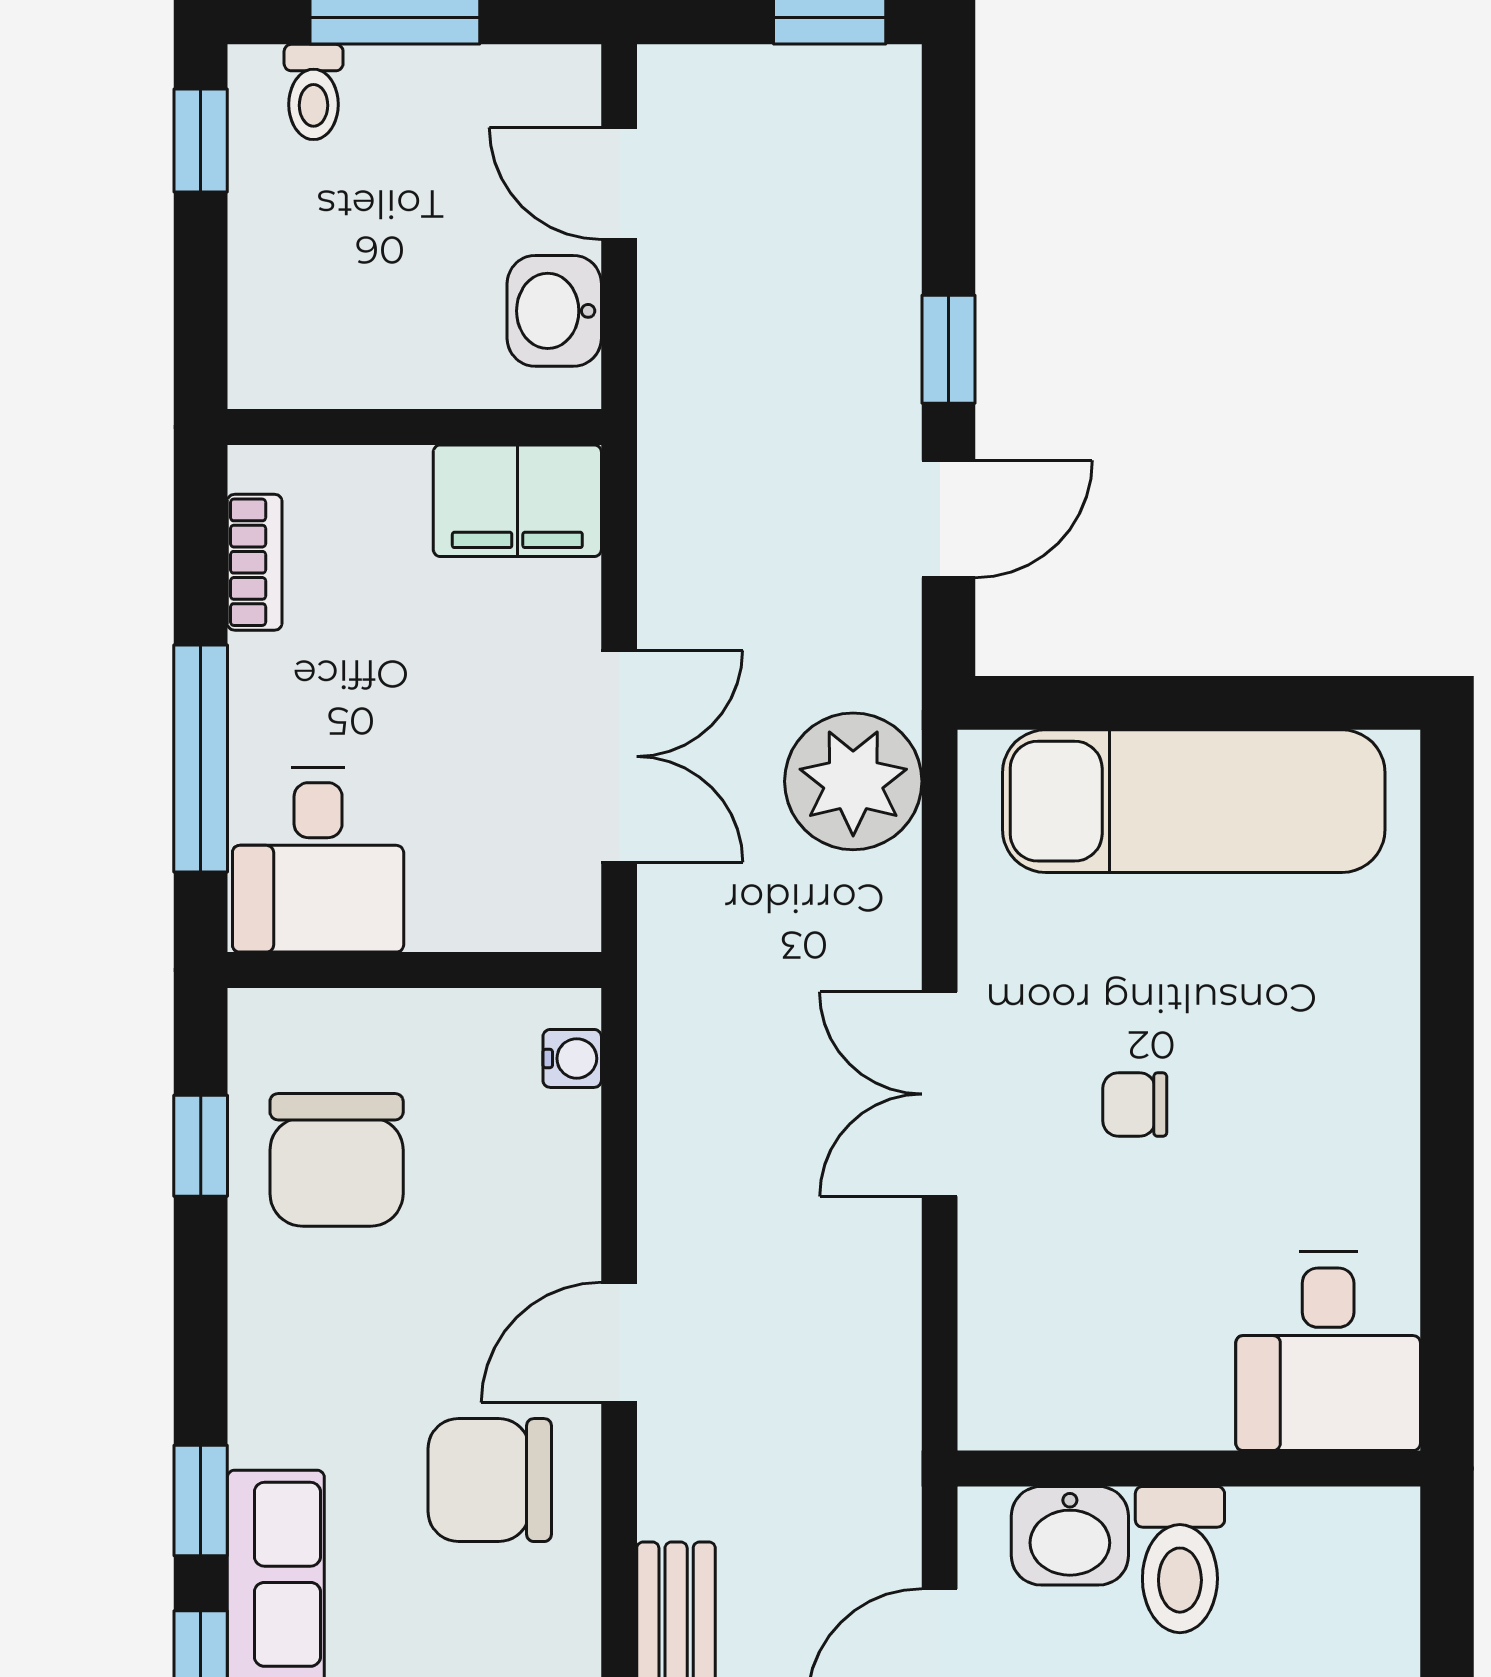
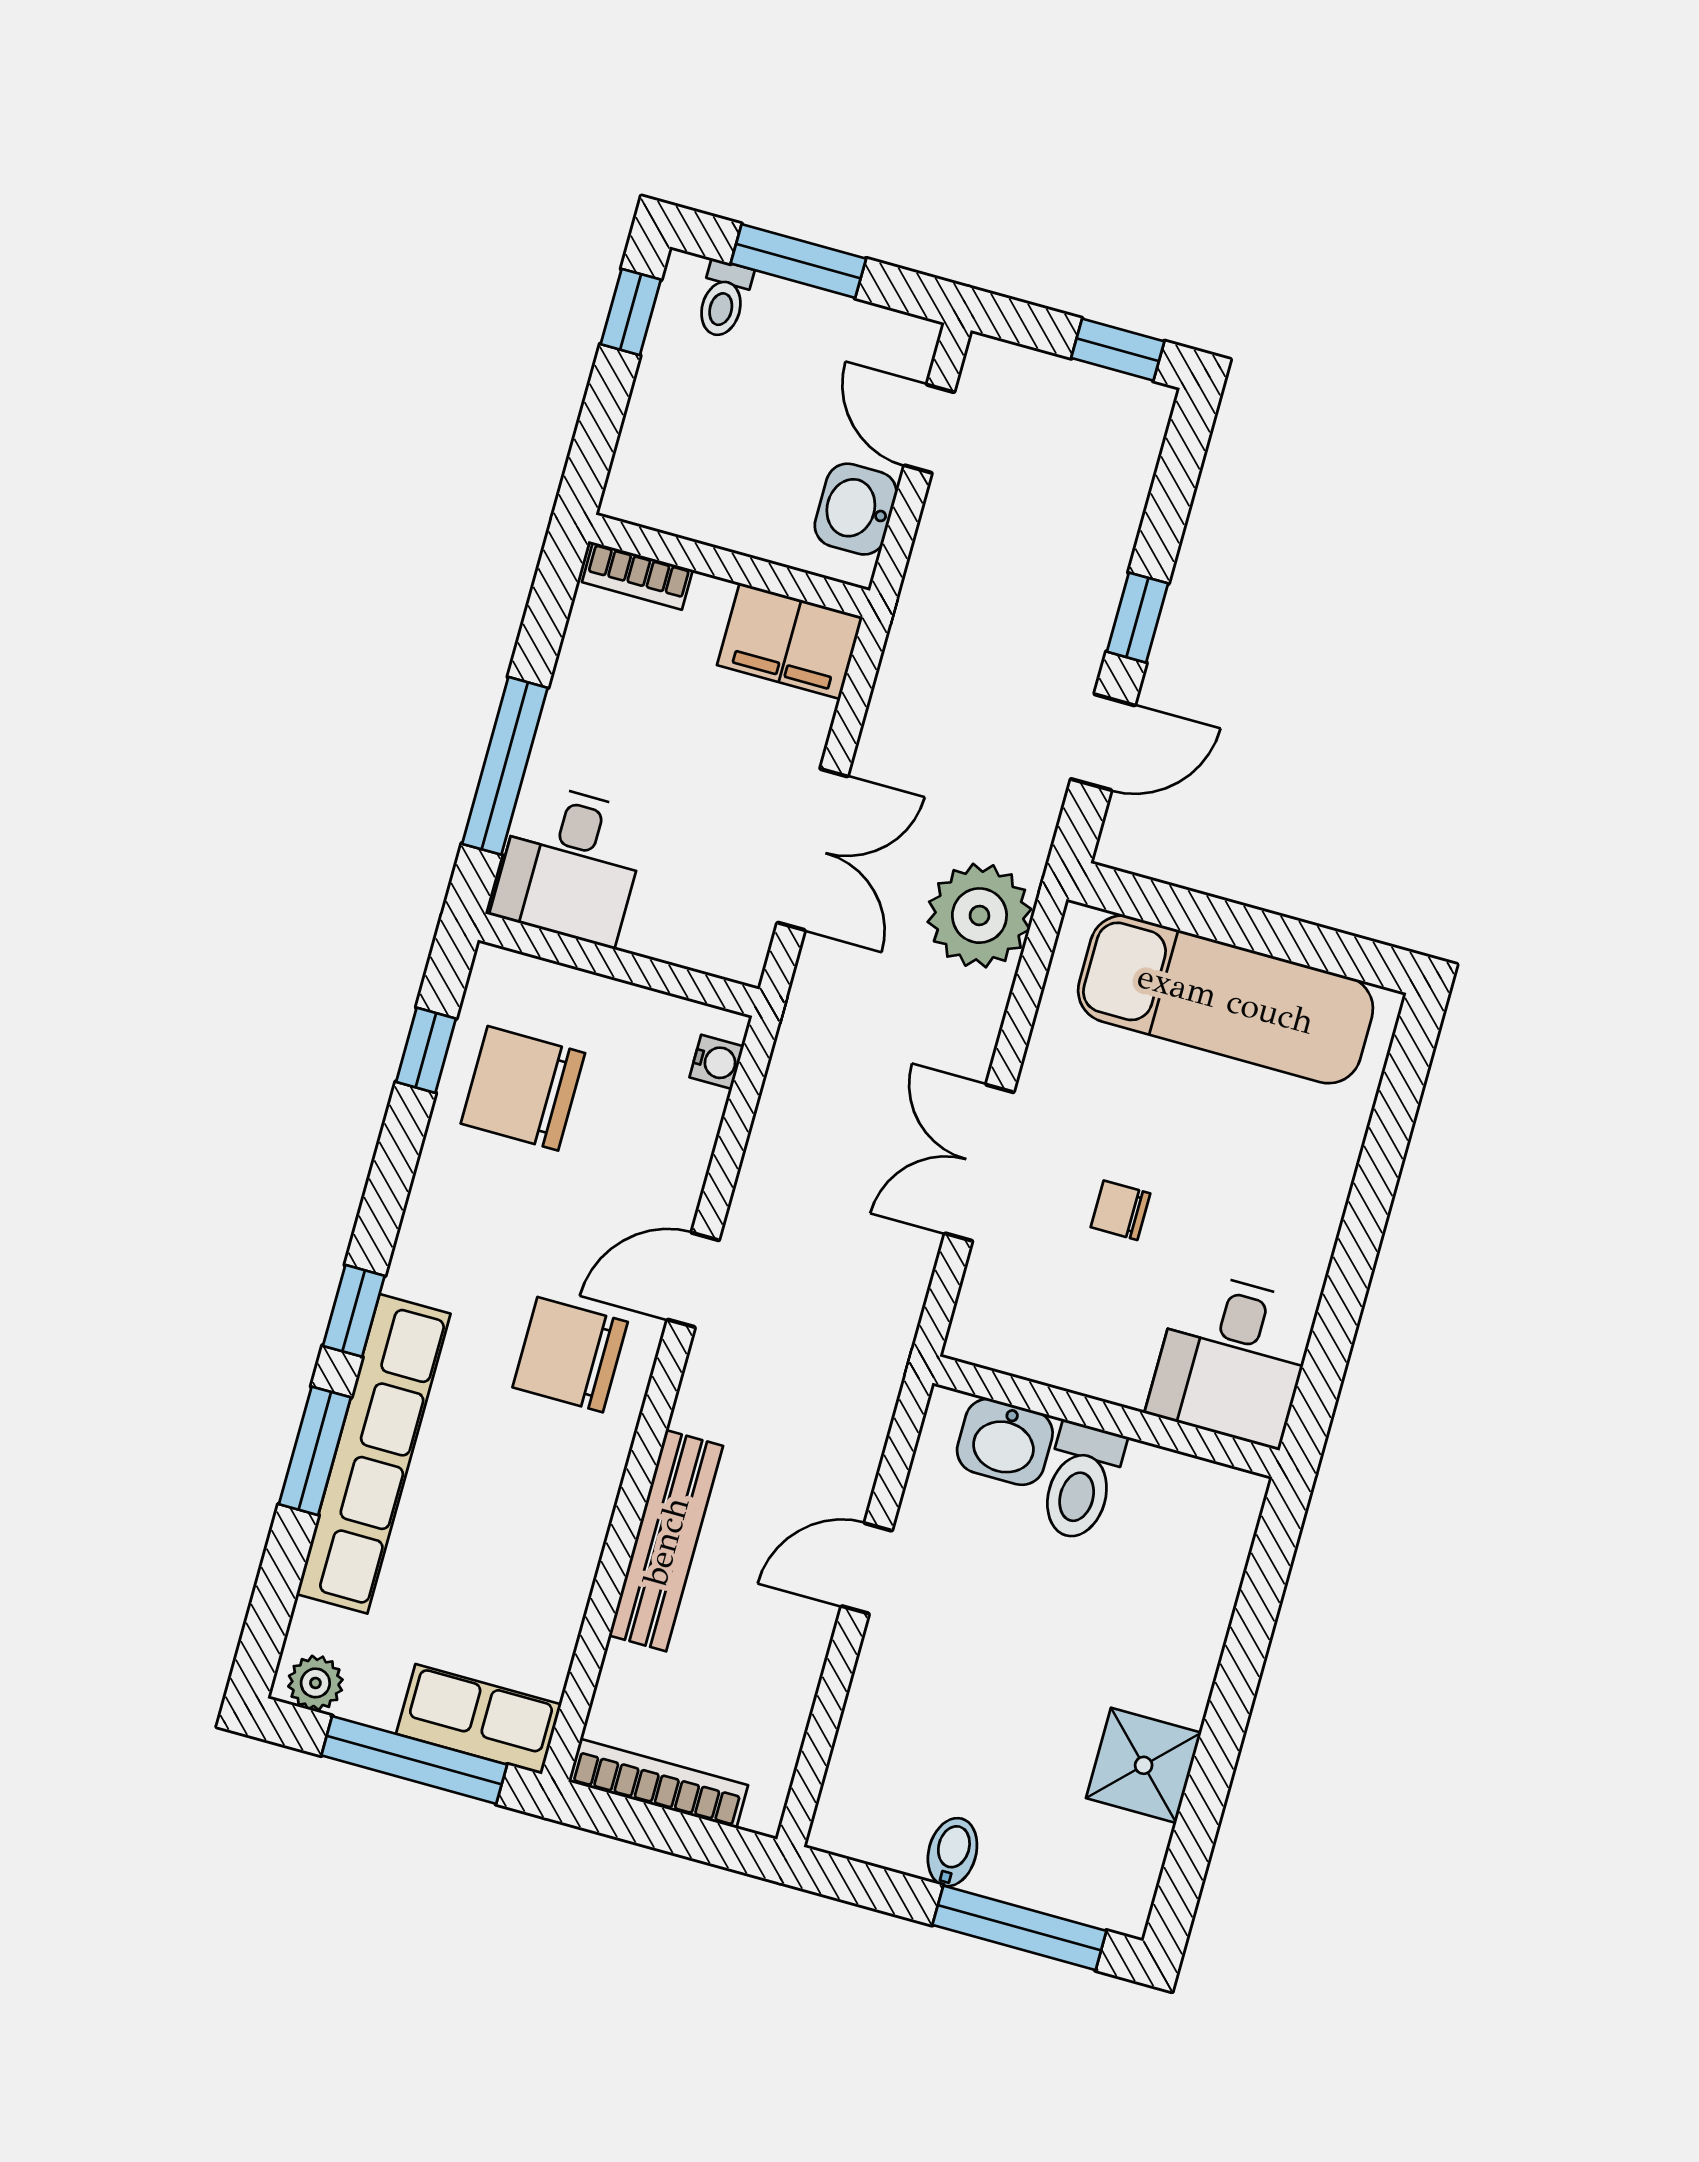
bookcase: (255, 562) -> (637, 576), moved, turned 90
chair: (337, 1160) -> (523, 1088), turned 90
desk: (1328, 1351) -> (1232, 1359), moved
wall: (1189, 1469) -> (1106, 1417), moved
washbasin: (1070, 1536) -> (1005, 1442), moved
toilet: (1180, 1560) -> (1081, 1482), moved

